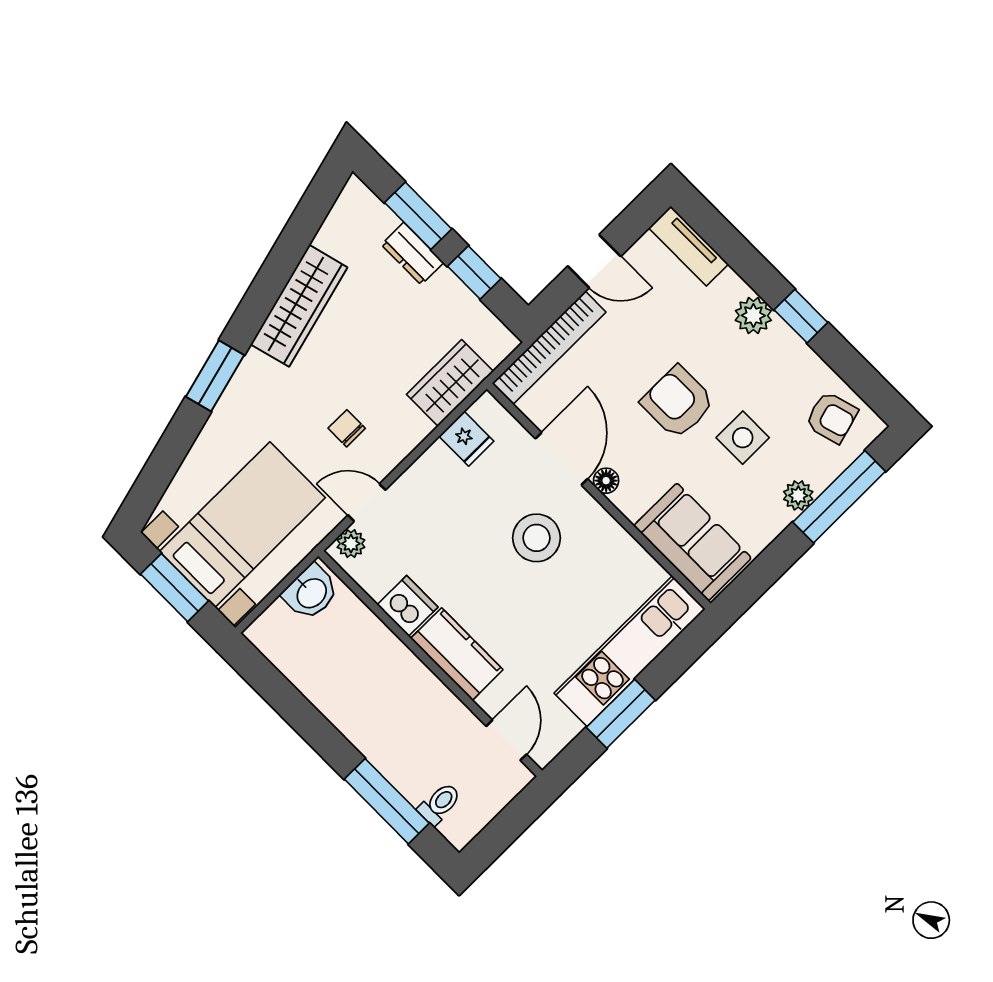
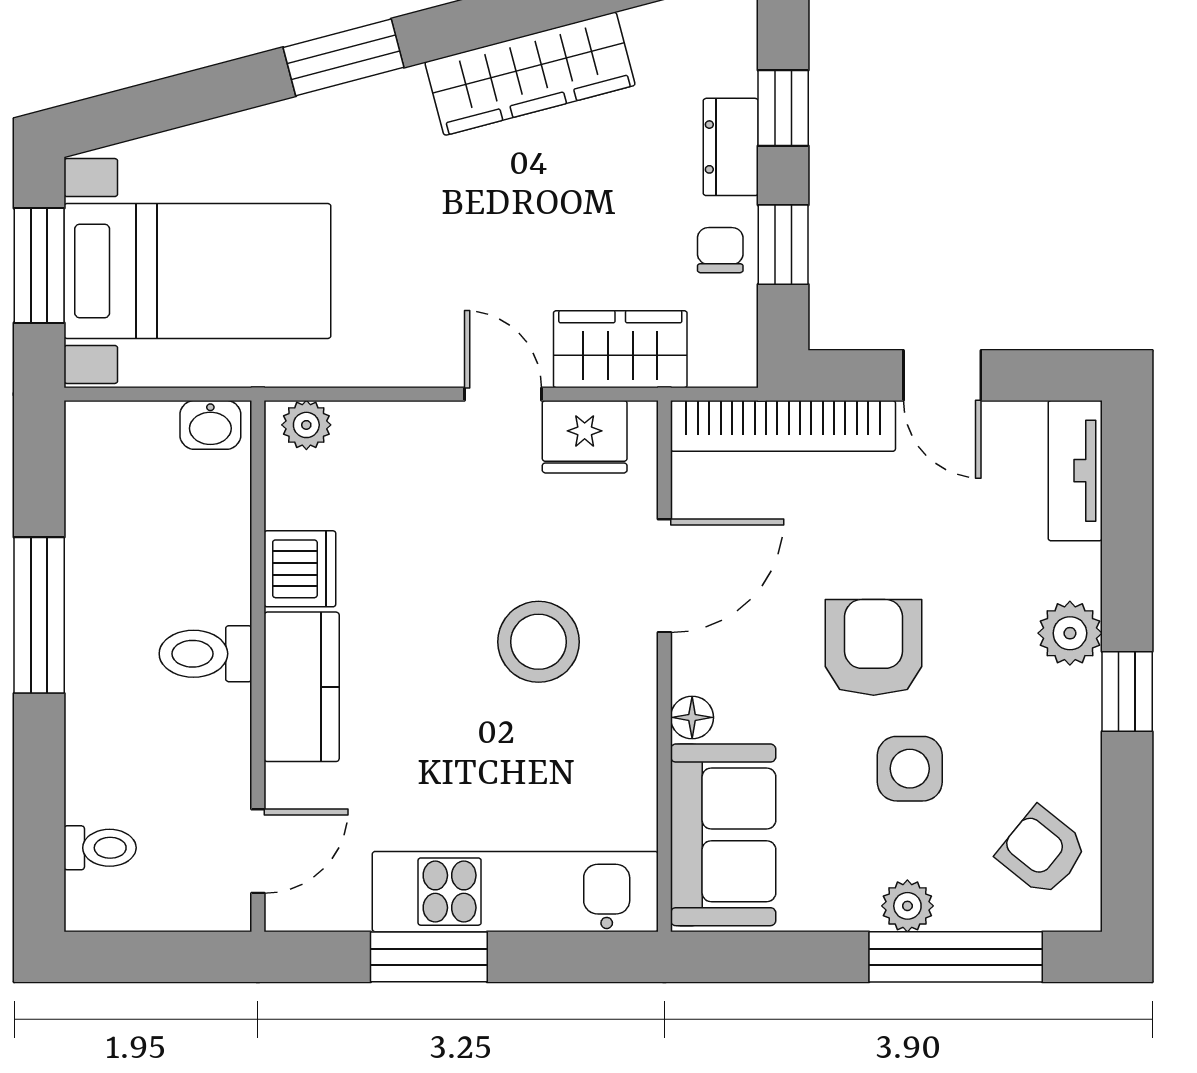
window: (418, 216) -> (783, 108), width x0.67
armchair: (832, 417) -> (1042, 851), turned 145
chair: (347, 428) -> (720, 250), moved
fridge: (466, 439) -> (585, 437), width x1.38
floor lamp: (606, 481) -> (692, 717), moved
door: (367, 503) -> (503, 394), moved
washbasin: (311, 592) -> (210, 425), width x0.72, depth x0.69
toilet: (403, 680) -> (205, 654), added
window: (387, 801) -> (39, 615), moved

